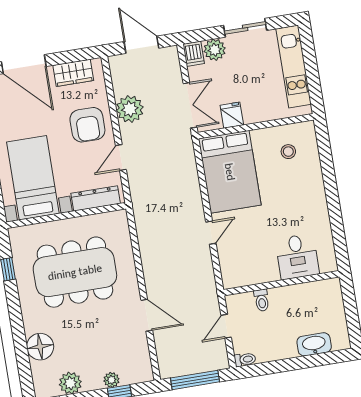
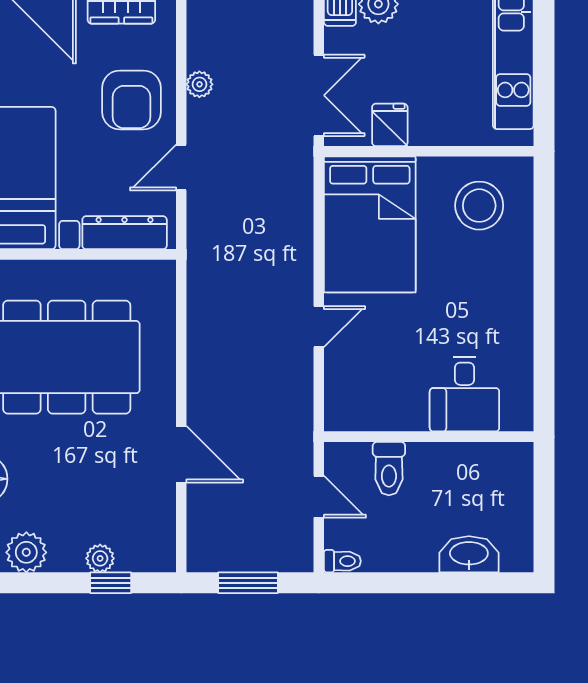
plant: (130, 109) -> (199, 84), width x0.53, depth x0.53
stool: (288, 152) -> (479, 206), width x1.89, depth x1.89
toilet: (262, 300) -> (389, 469), width x1.37, depth x1.39
door: (226, 326) -> (319, 497), swing flipped
window: (195, 380) -> (248, 583), width x0.69

